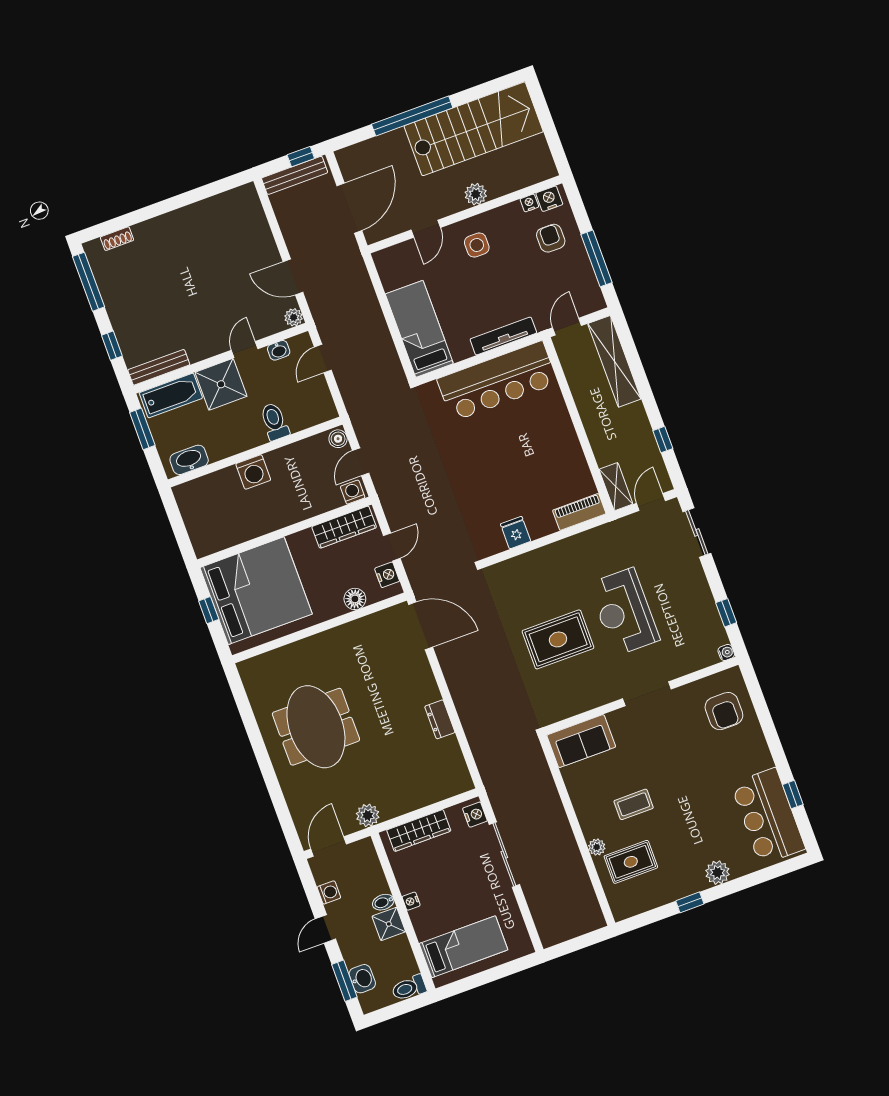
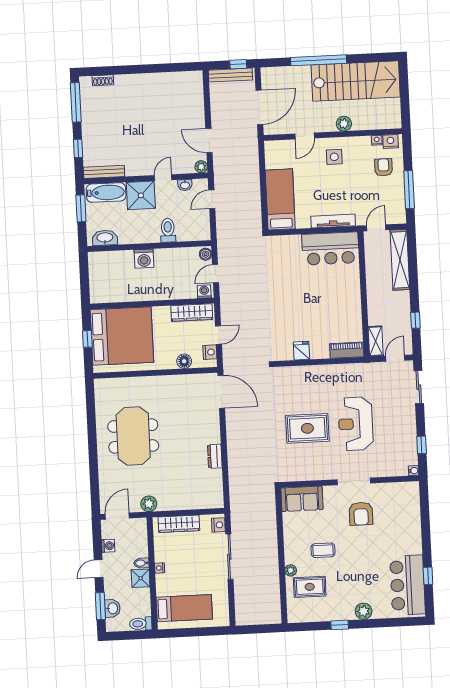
bar counter: (497, 381) -> (330, 249), width x0.73
armchair: (724, 711) -> (361, 514), moved

